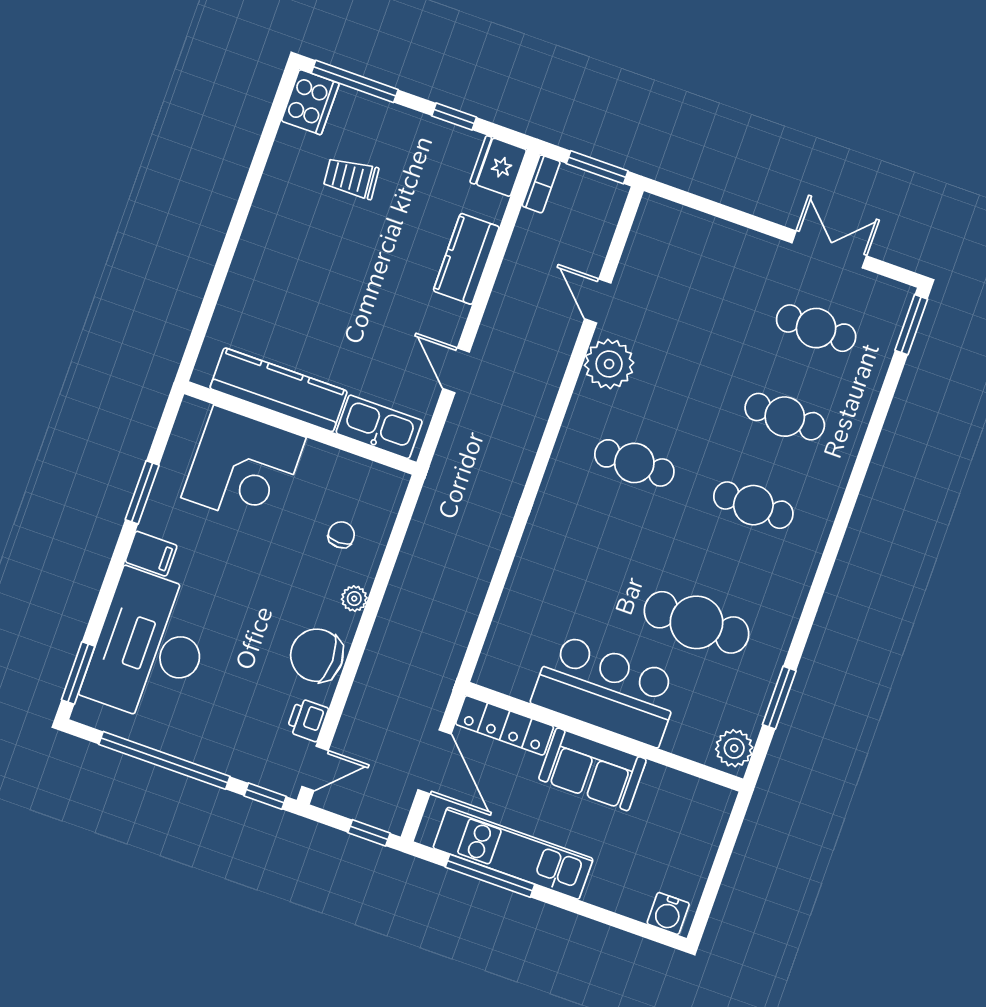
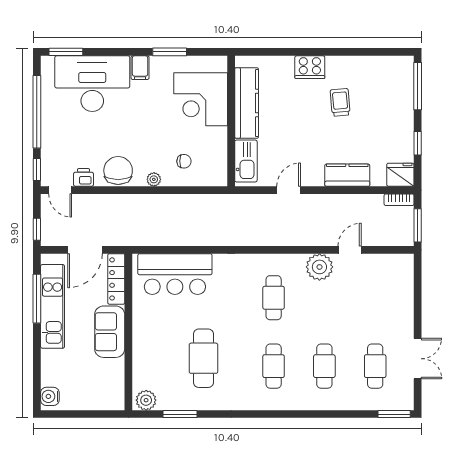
cooker: (310, 102) -> (310, 67), moved
trolley: (351, 178) -> (340, 102), moved
bar counter: (607, 690) -> (175, 274), moved, turned 90

